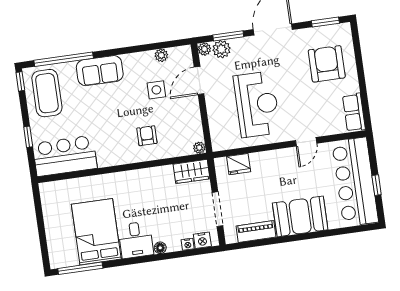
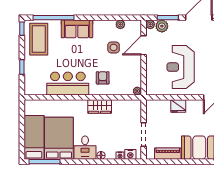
reception desk: (257, 104) -> (181, 67), turned 180
bar counter: (65, 156) -> (68, 84), moved
fridge: (239, 164) -> (178, 106), moved
wardrobe: (191, 171) -> (100, 106), moved
bed: (60, 236) -> (34, 137), added

